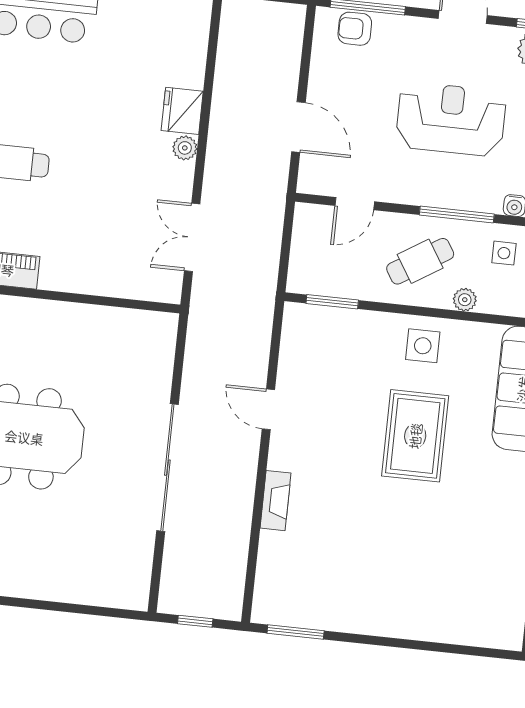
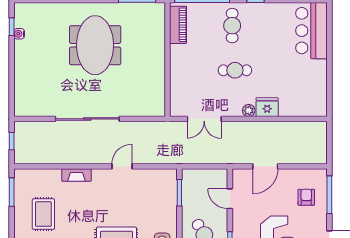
armchair: (355, 29) -> (306, 197), moved
cafe table: (103, 167) -> (235, 70), added
double door: (192, 237) -> (204, 119), swing flipped
rug: (345, 574) -> (43, 214), added

